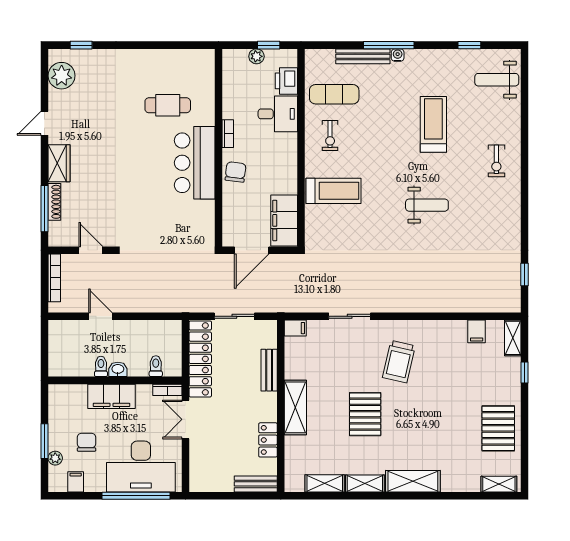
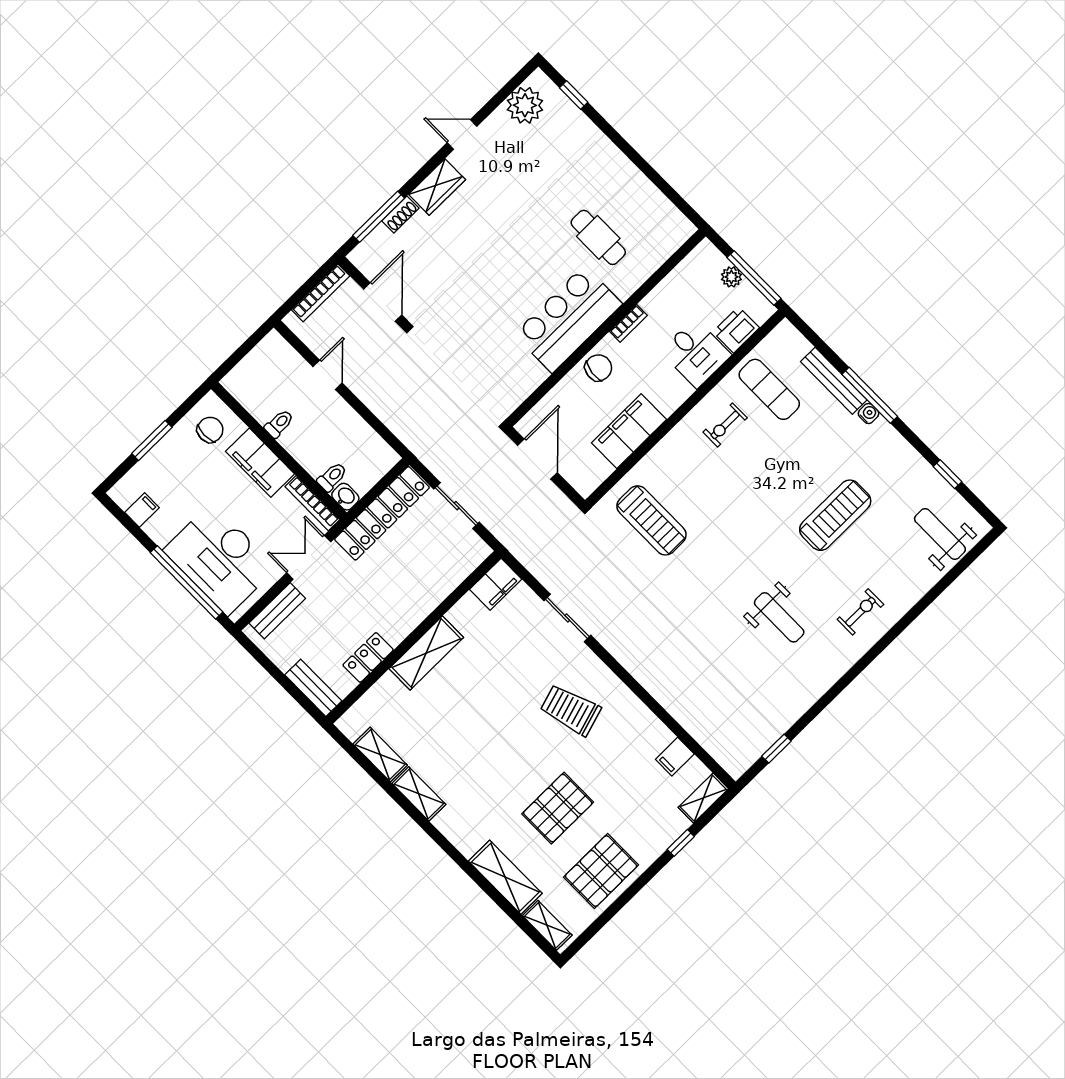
window: (269, 45) -> (754, 278), width x2.17
exercise bike: (496, 161) -> (860, 612), turned 180
treadmill: (334, 191) -> (651, 520), moved
shoe rack: (54, 202) -> (400, 214), width x0.70
weight bench: (427, 205) -> (779, 617), moved
filing cabinet: (284, 220) -> (629, 431), moved
door: (91, 250) -> (383, 302), width x1.38
door: (252, 250) -> (537, 459), swing flipped
filing cabinet: (295, 328) -> (496, 584), width x2.00
trolley: (399, 362) -> (571, 710), turned 60
washbasin: (118, 369) -> (345, 497), moved
bench: (269, 370) -> (277, 611), moved
bookcase: (167, 390) -> (312, 503), width x1.56
pallet: (365, 414) -> (558, 808), moved
chair: (87, 442) -> (210, 430), moved
plant: (55, 458) -> (146, 467), removed
shelving: (413, 481) -> (505, 877), moved

